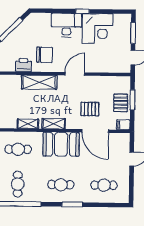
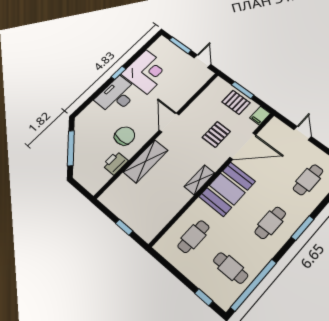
shelving: (28, 124) -> (176, 205), removed

